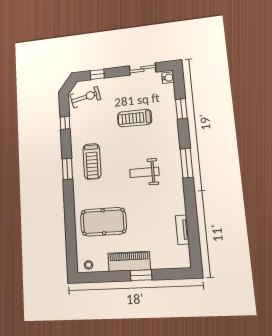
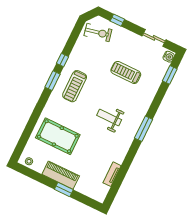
window: (181, 109) -> (170, 75), moved
window: (65, 123) -> (62, 60), moved

